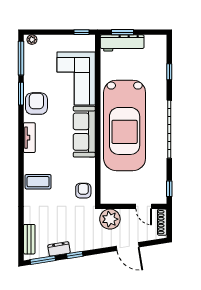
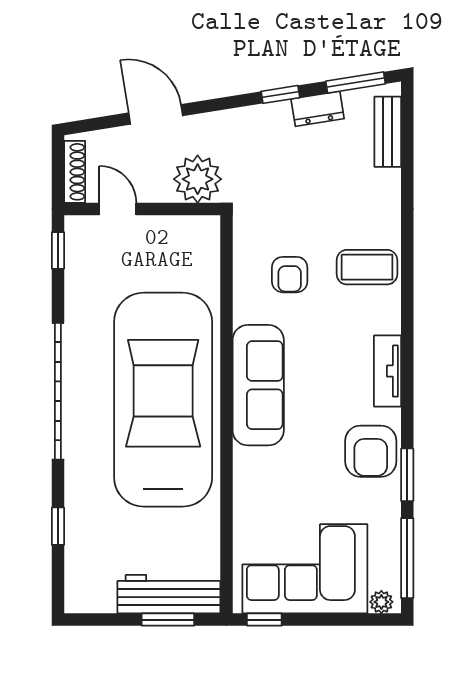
corner sofa: (76, 78) -> (305, 569), moved, turned -90
armchair: (83, 191) -> (290, 275), moved

